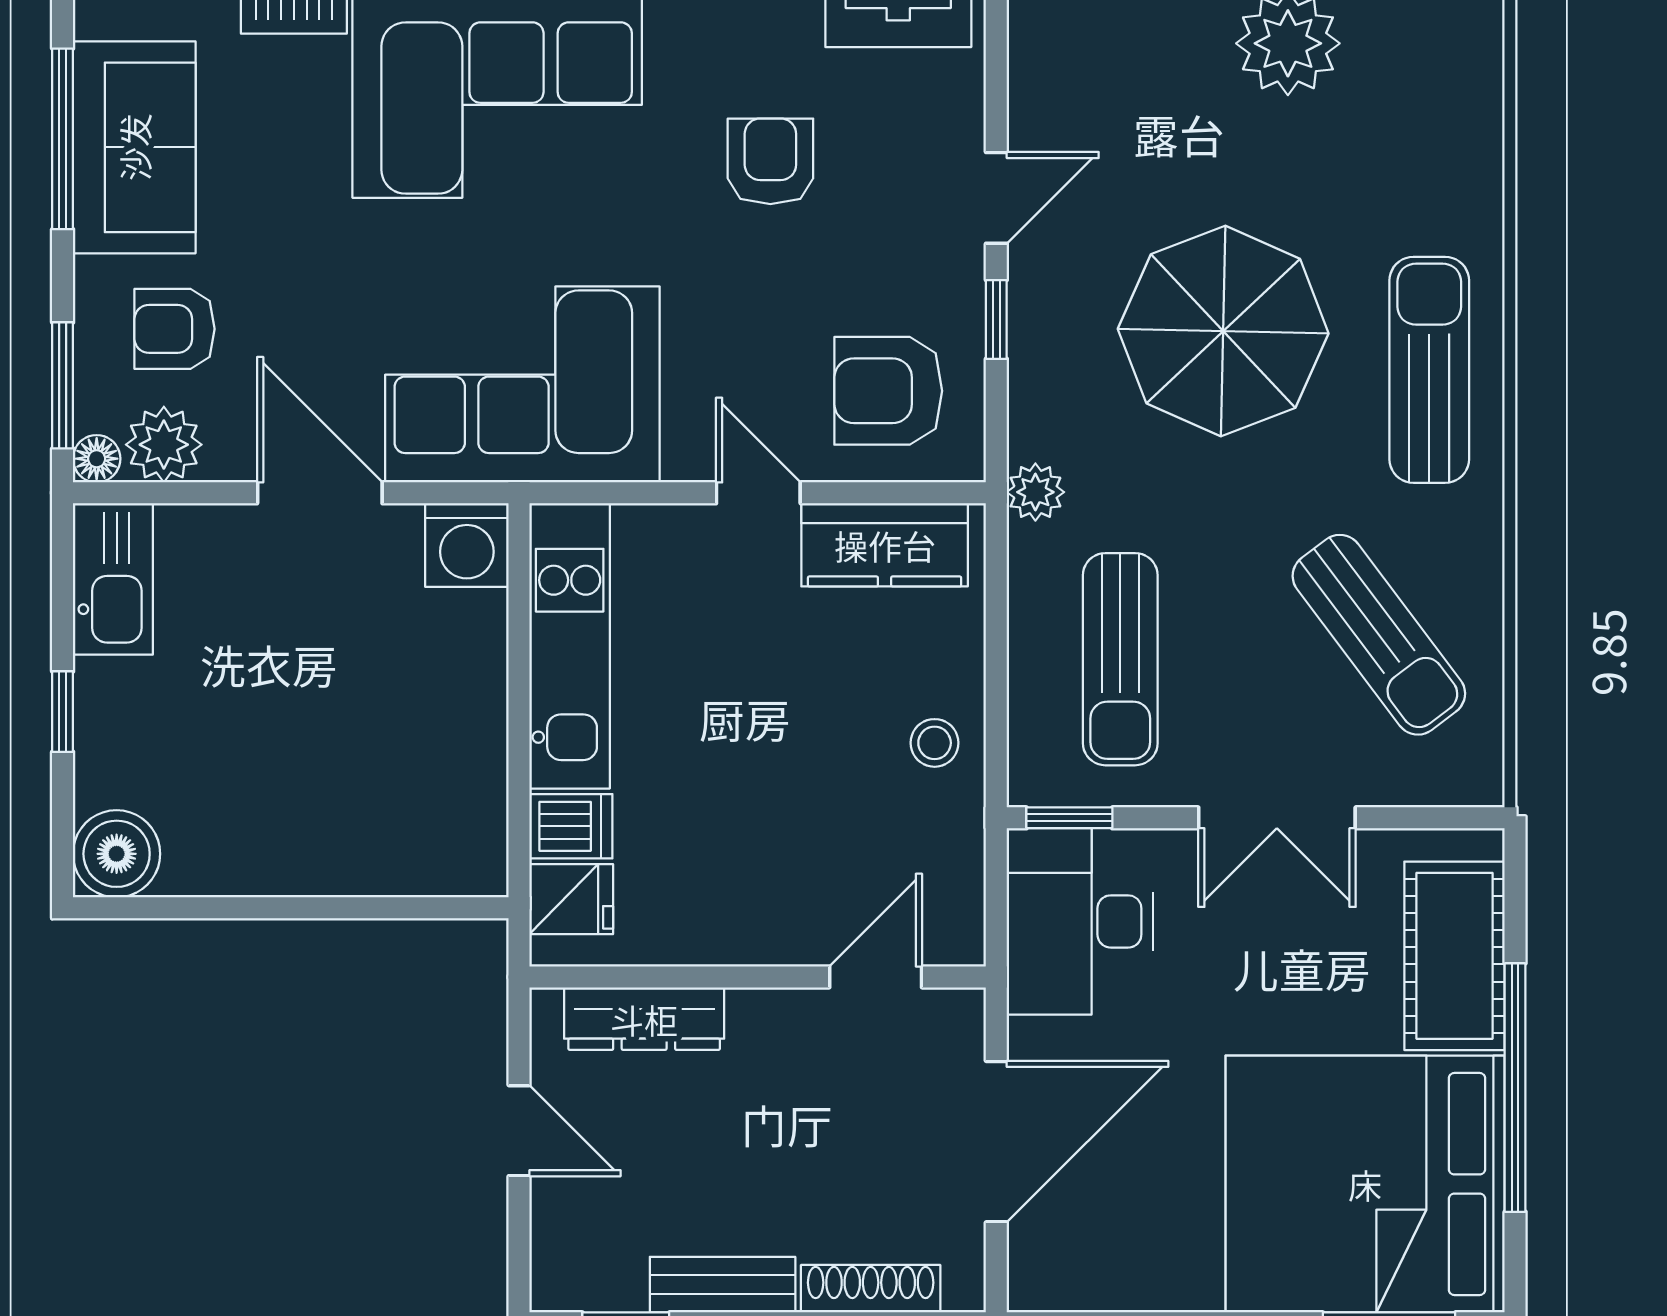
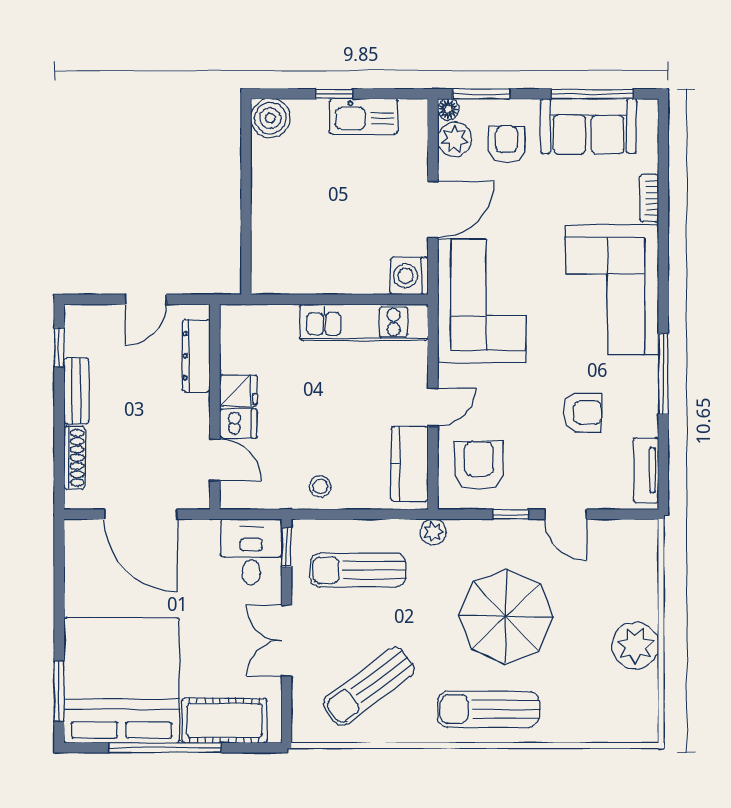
sun lounger: (1429, 370) -> (488, 709), turned 180
kitchen sink: (113, 579) -> (364, 117), moved
dishwasher: (571, 826) -> (238, 423), moved, turned -90
fridge: (571, 899) -> (238, 391), moved, turned -90
desk: (1080, 921) -> (251, 552), width x0.73

